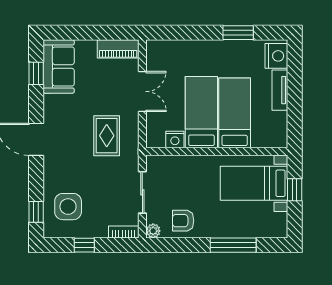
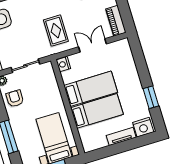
double door: (142, 91) -> (92, 45), swing flipped
rug: (107, 136) -> (56, 31), turned 90
nightstand: (175, 139) -> (63, 64), moved

